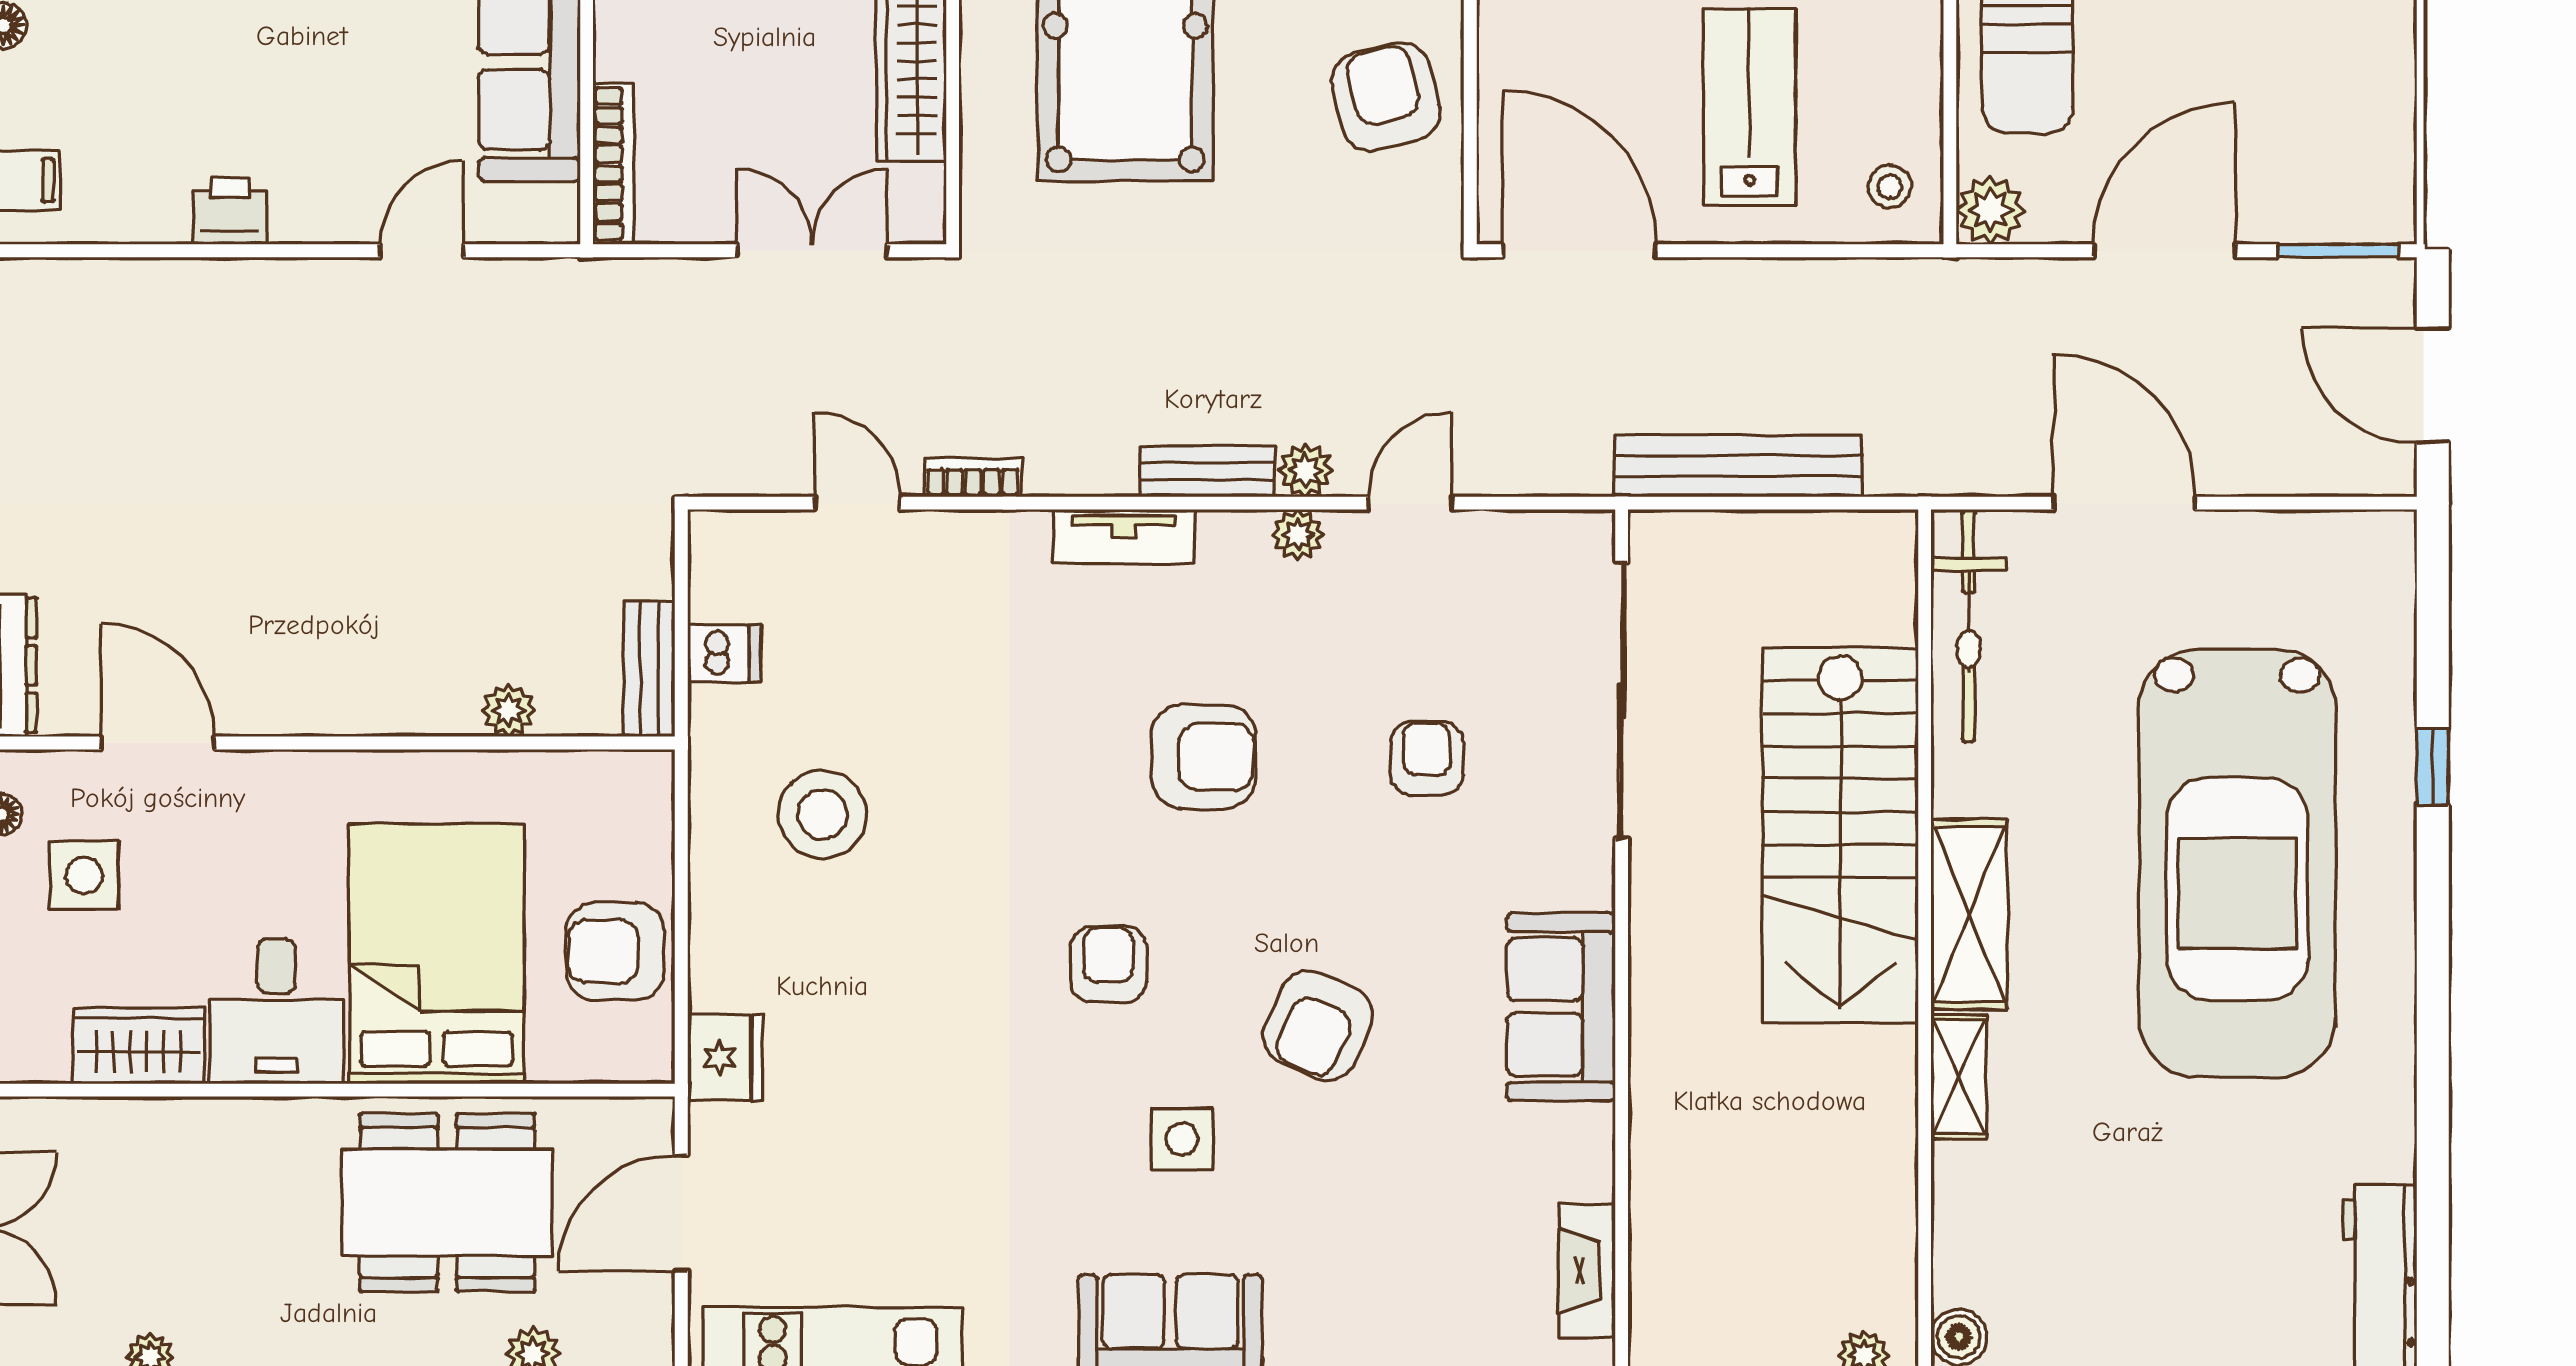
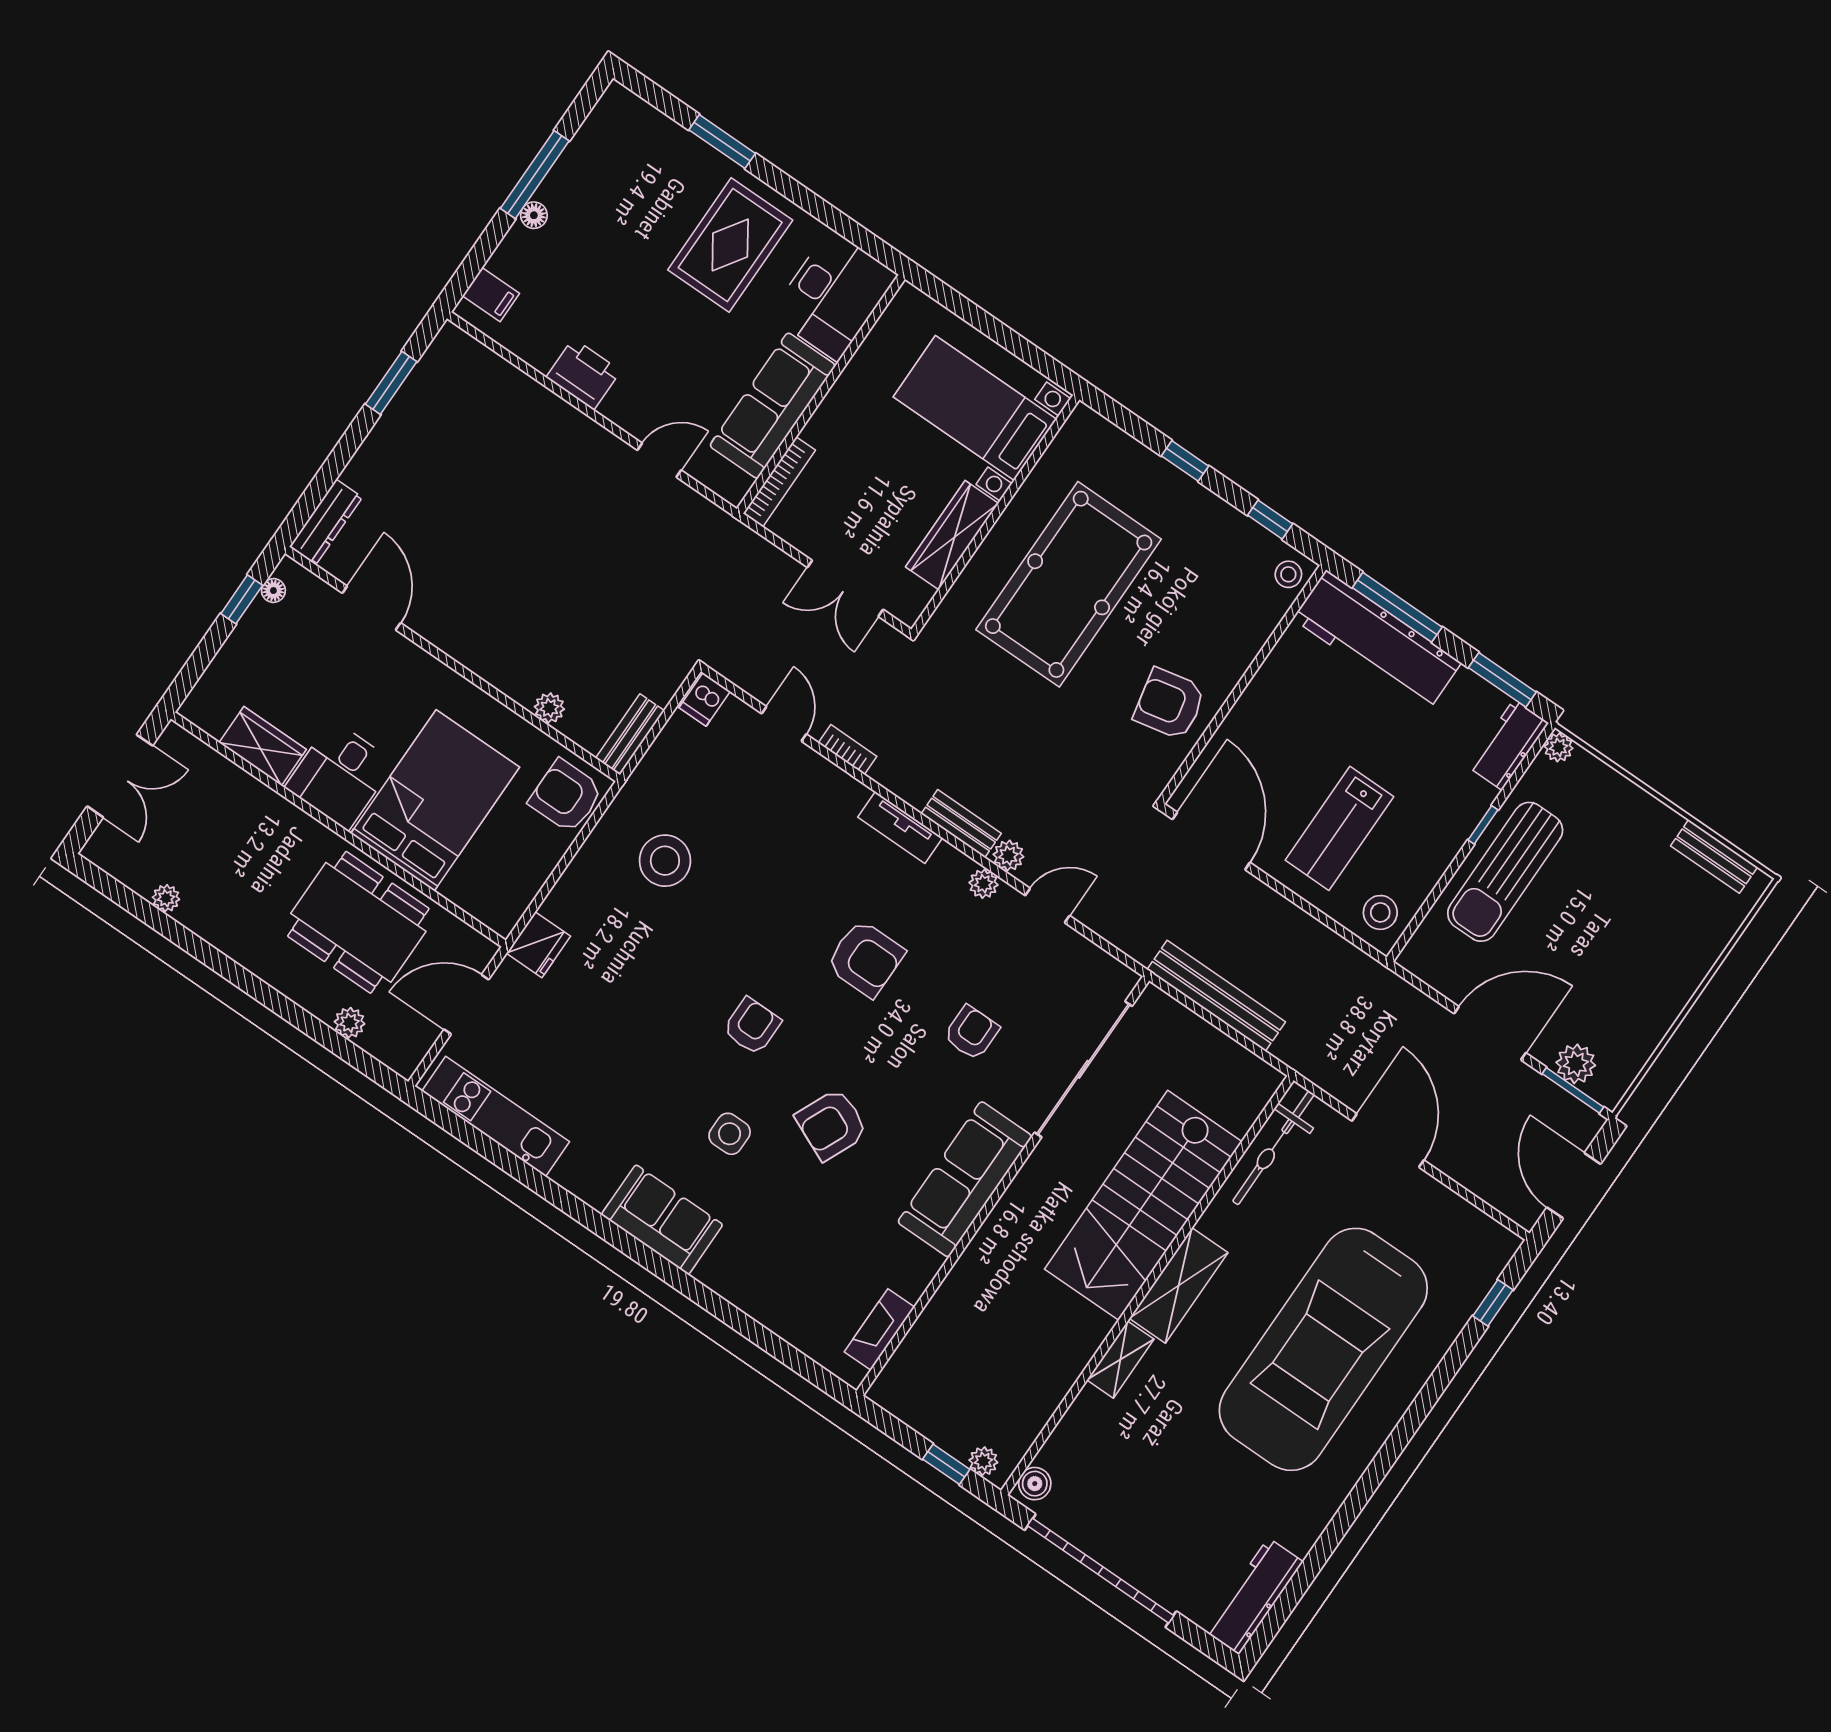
armchair: (1386, 97) -> (1170, 704), turned -88
lab bench: (1749, 107) -> (1339, 828), turned 180
stool: (1890, 187) -> (1380, 912), width x1.37, depth x1.37
plant: (1990, 210) -> (1576, 1064), moved
printer: (230, 211) -> (583, 374), width x1.36, depth x1.24
double door: (812, 251) -> (845, 588), swing flipped
dishwasher: (724, 653) -> (705, 699), moved, turned 90
window: (2433, 767) -> (1493, 1303), moved
side table: (84, 875) -> (293, 647), removed
armchair: (615, 951) -> (566, 796), moved
sofa: (1561, 1007) -> (965, 1179), width x1.36

